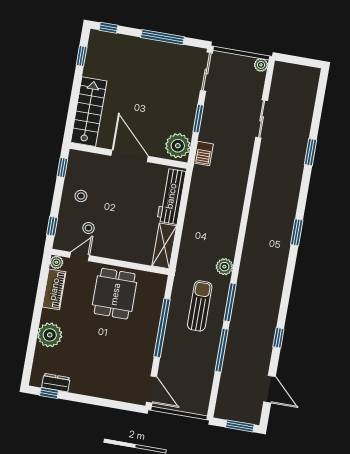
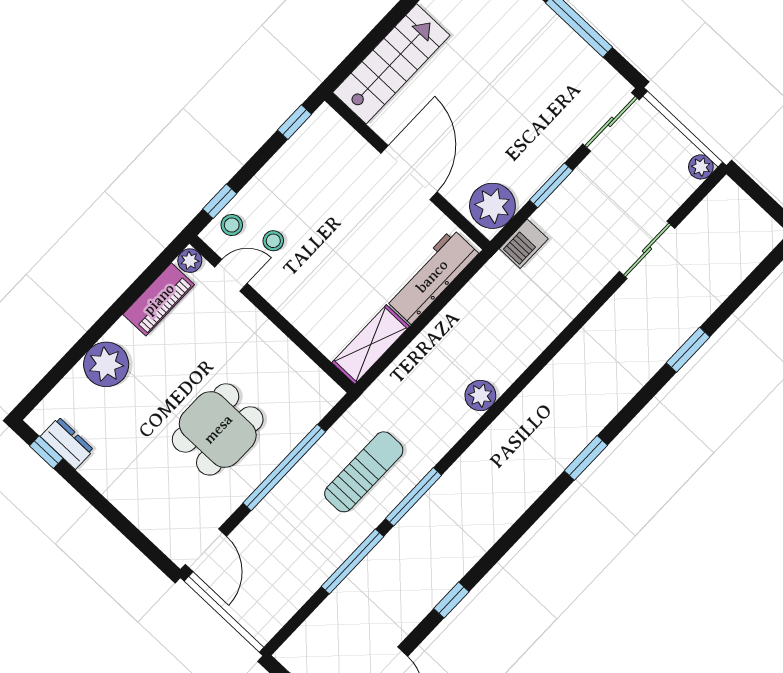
stool: (81, 196) -> (232, 225), moved
plant: (224, 267) -> (480, 395), moved
dining table: (115, 294) -> (218, 429), moved

